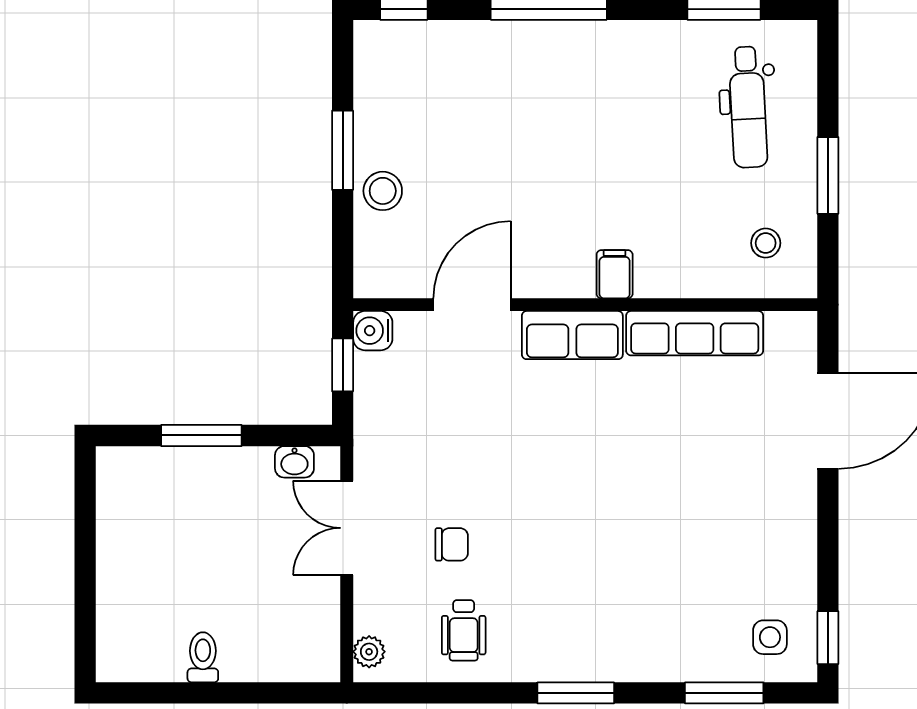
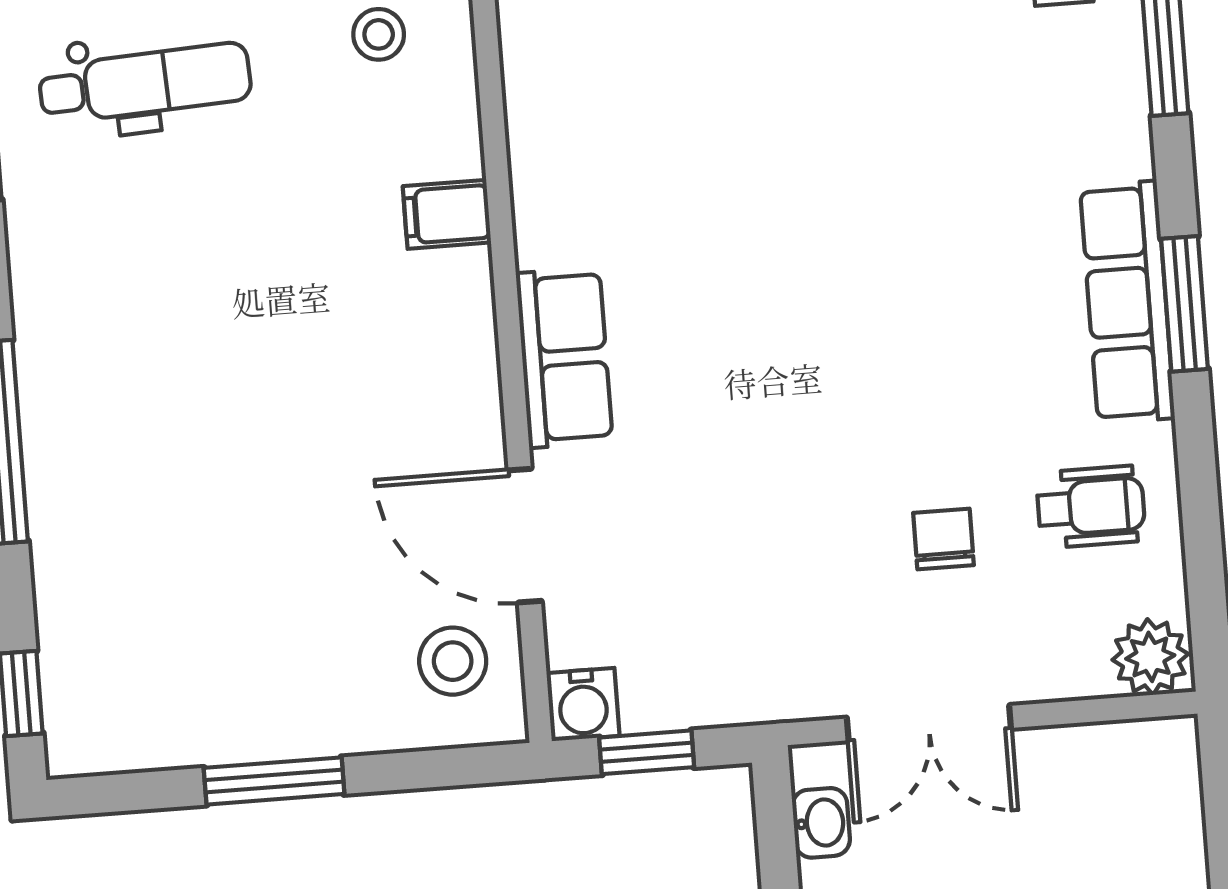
stool: (383, 191) -> (453, 661), moved
filing cabinet: (615, 274) -> (447, 214), moved
row of seats: (695, 333) -> (1127, 302), moved, turned 180
plant: (369, 652) -> (1150, 657), width x1.38, depth x1.38

